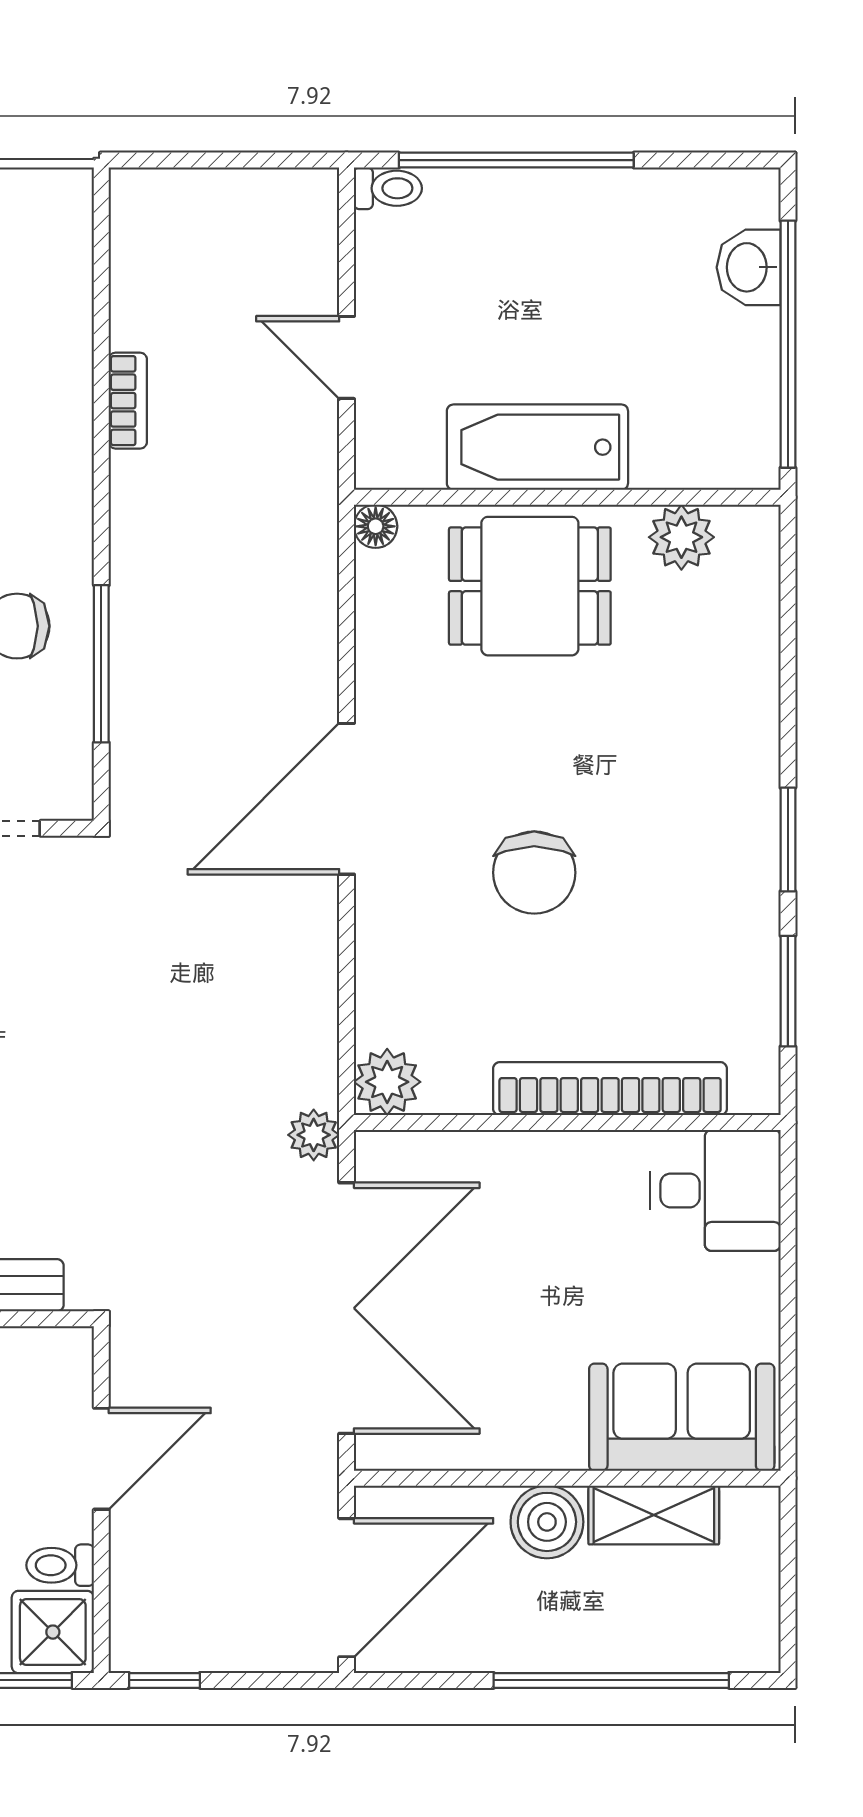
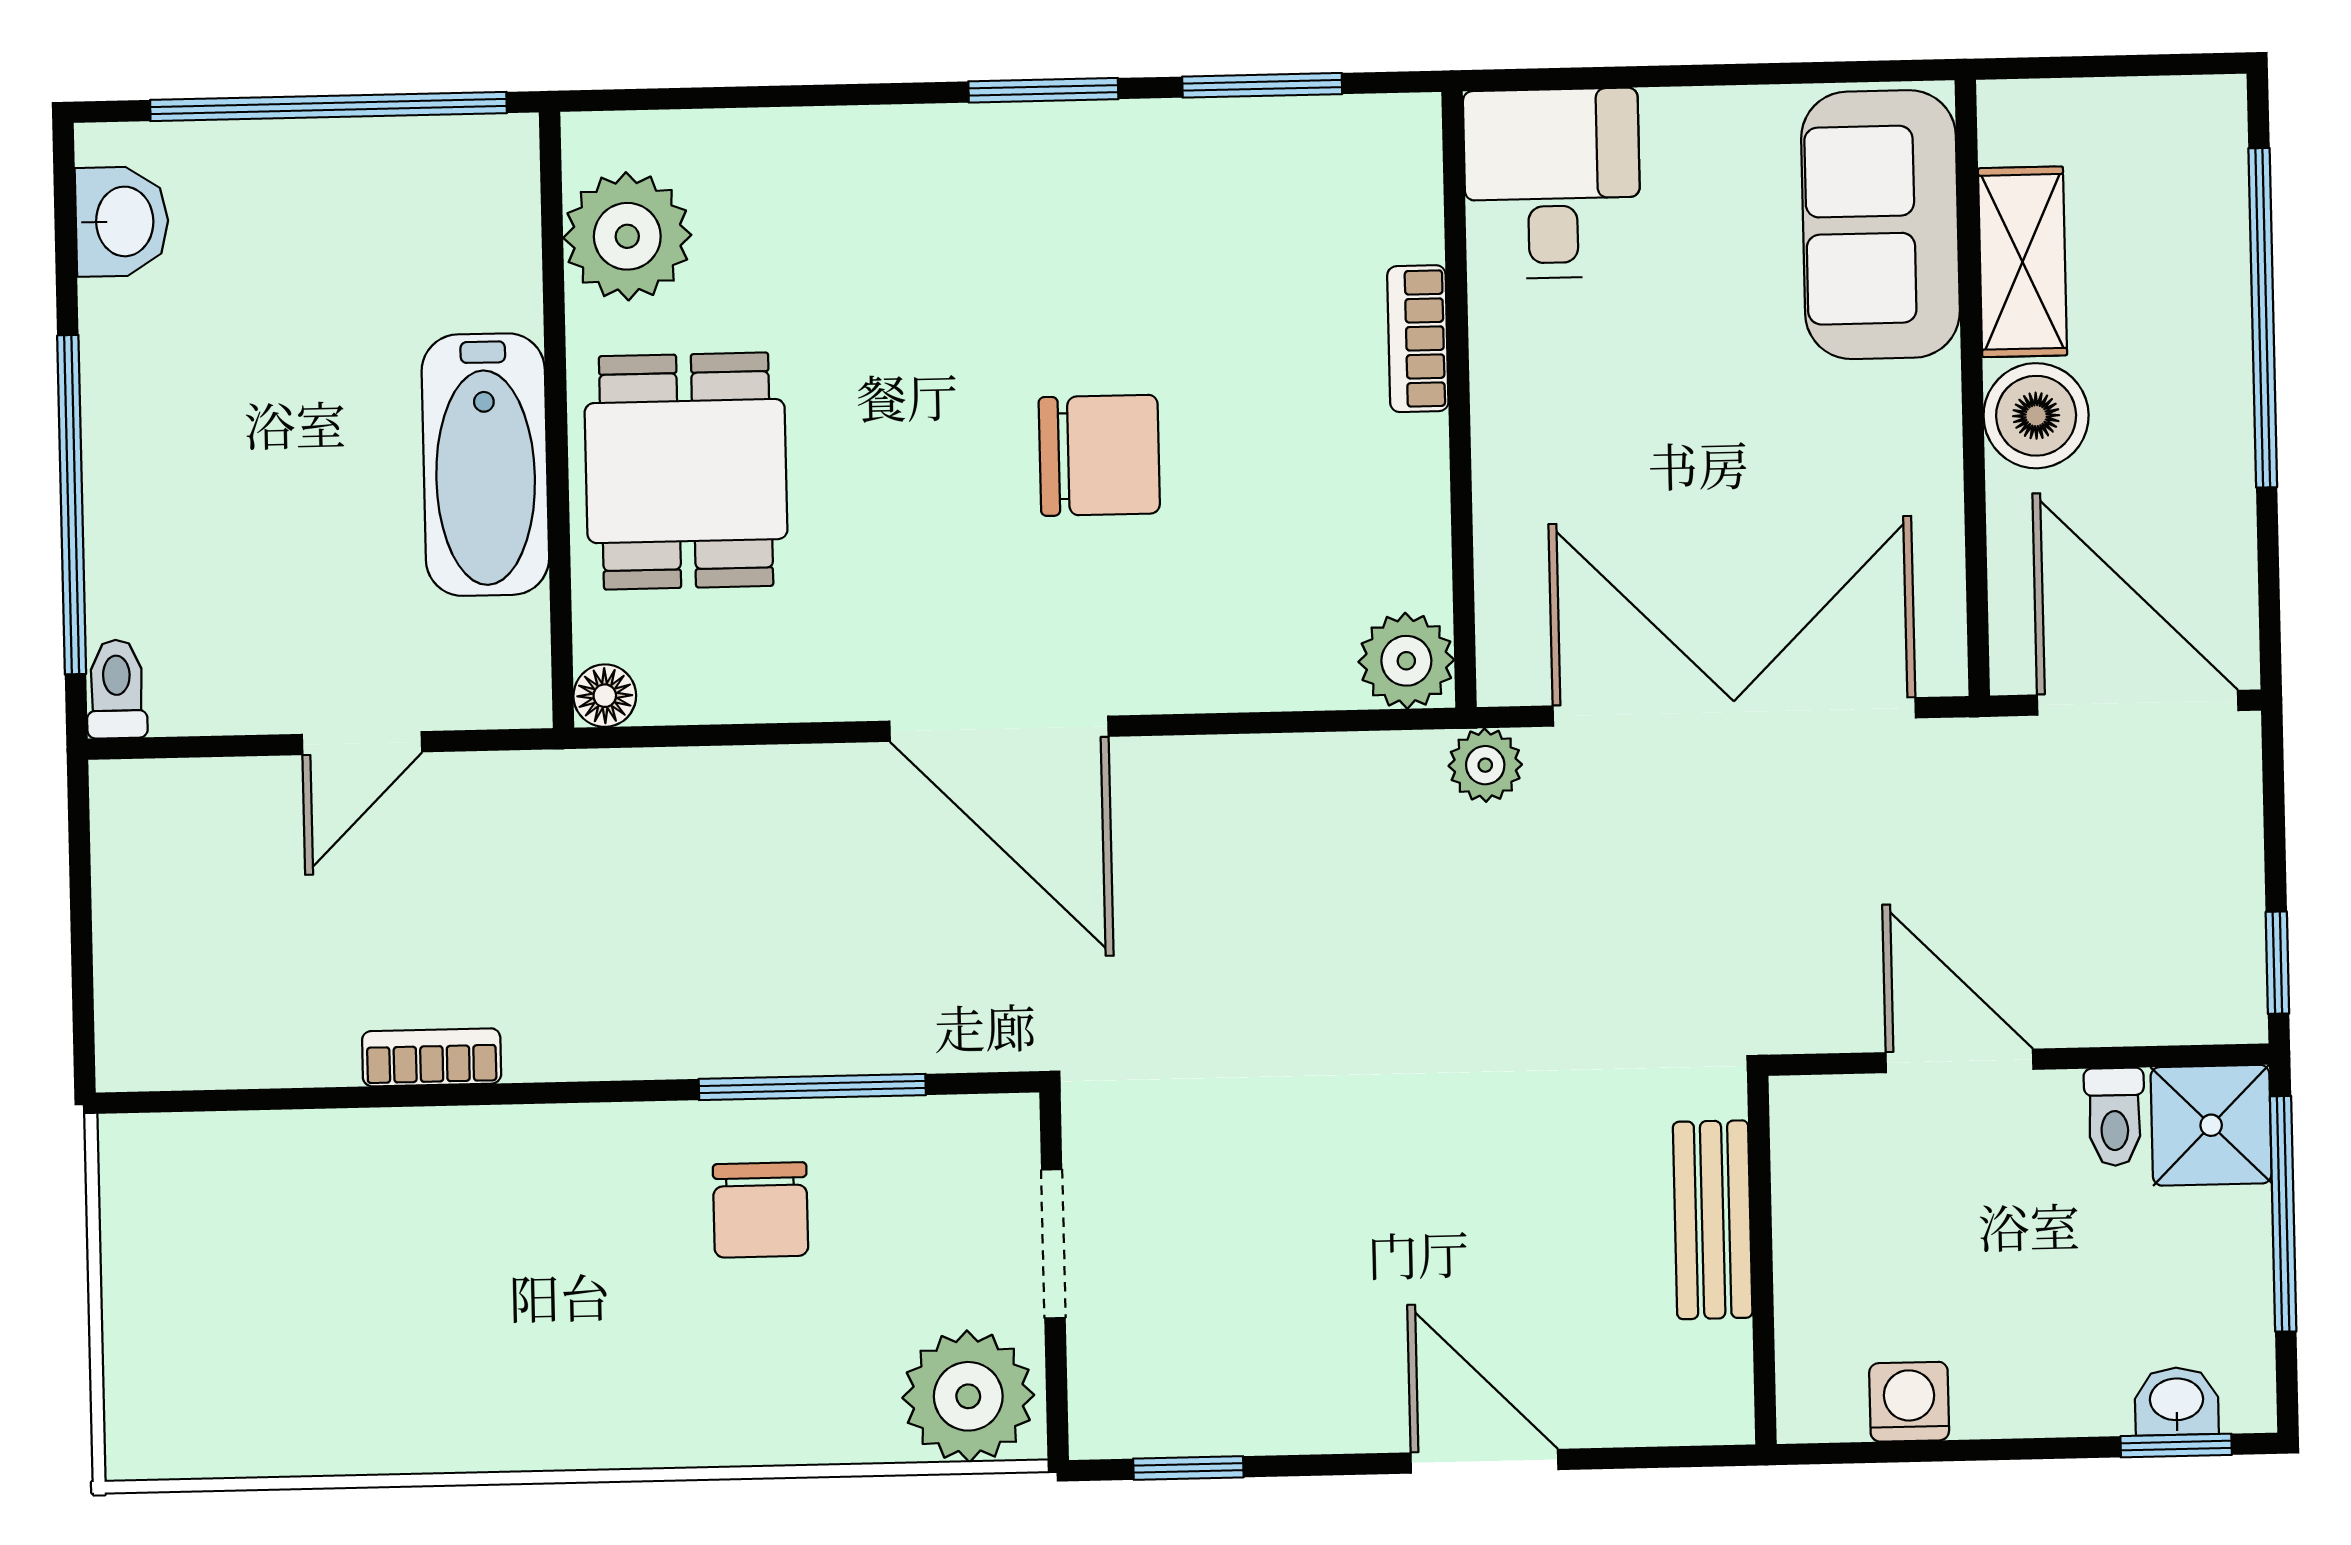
washbasin: (749, 267) -> (122, 221), moved, turned -90
plant: (681, 537) -> (627, 236), width x1.36, depth x1.36
bookcase: (610, 1089) -> (1418, 339), width x0.43, depth x0.76

